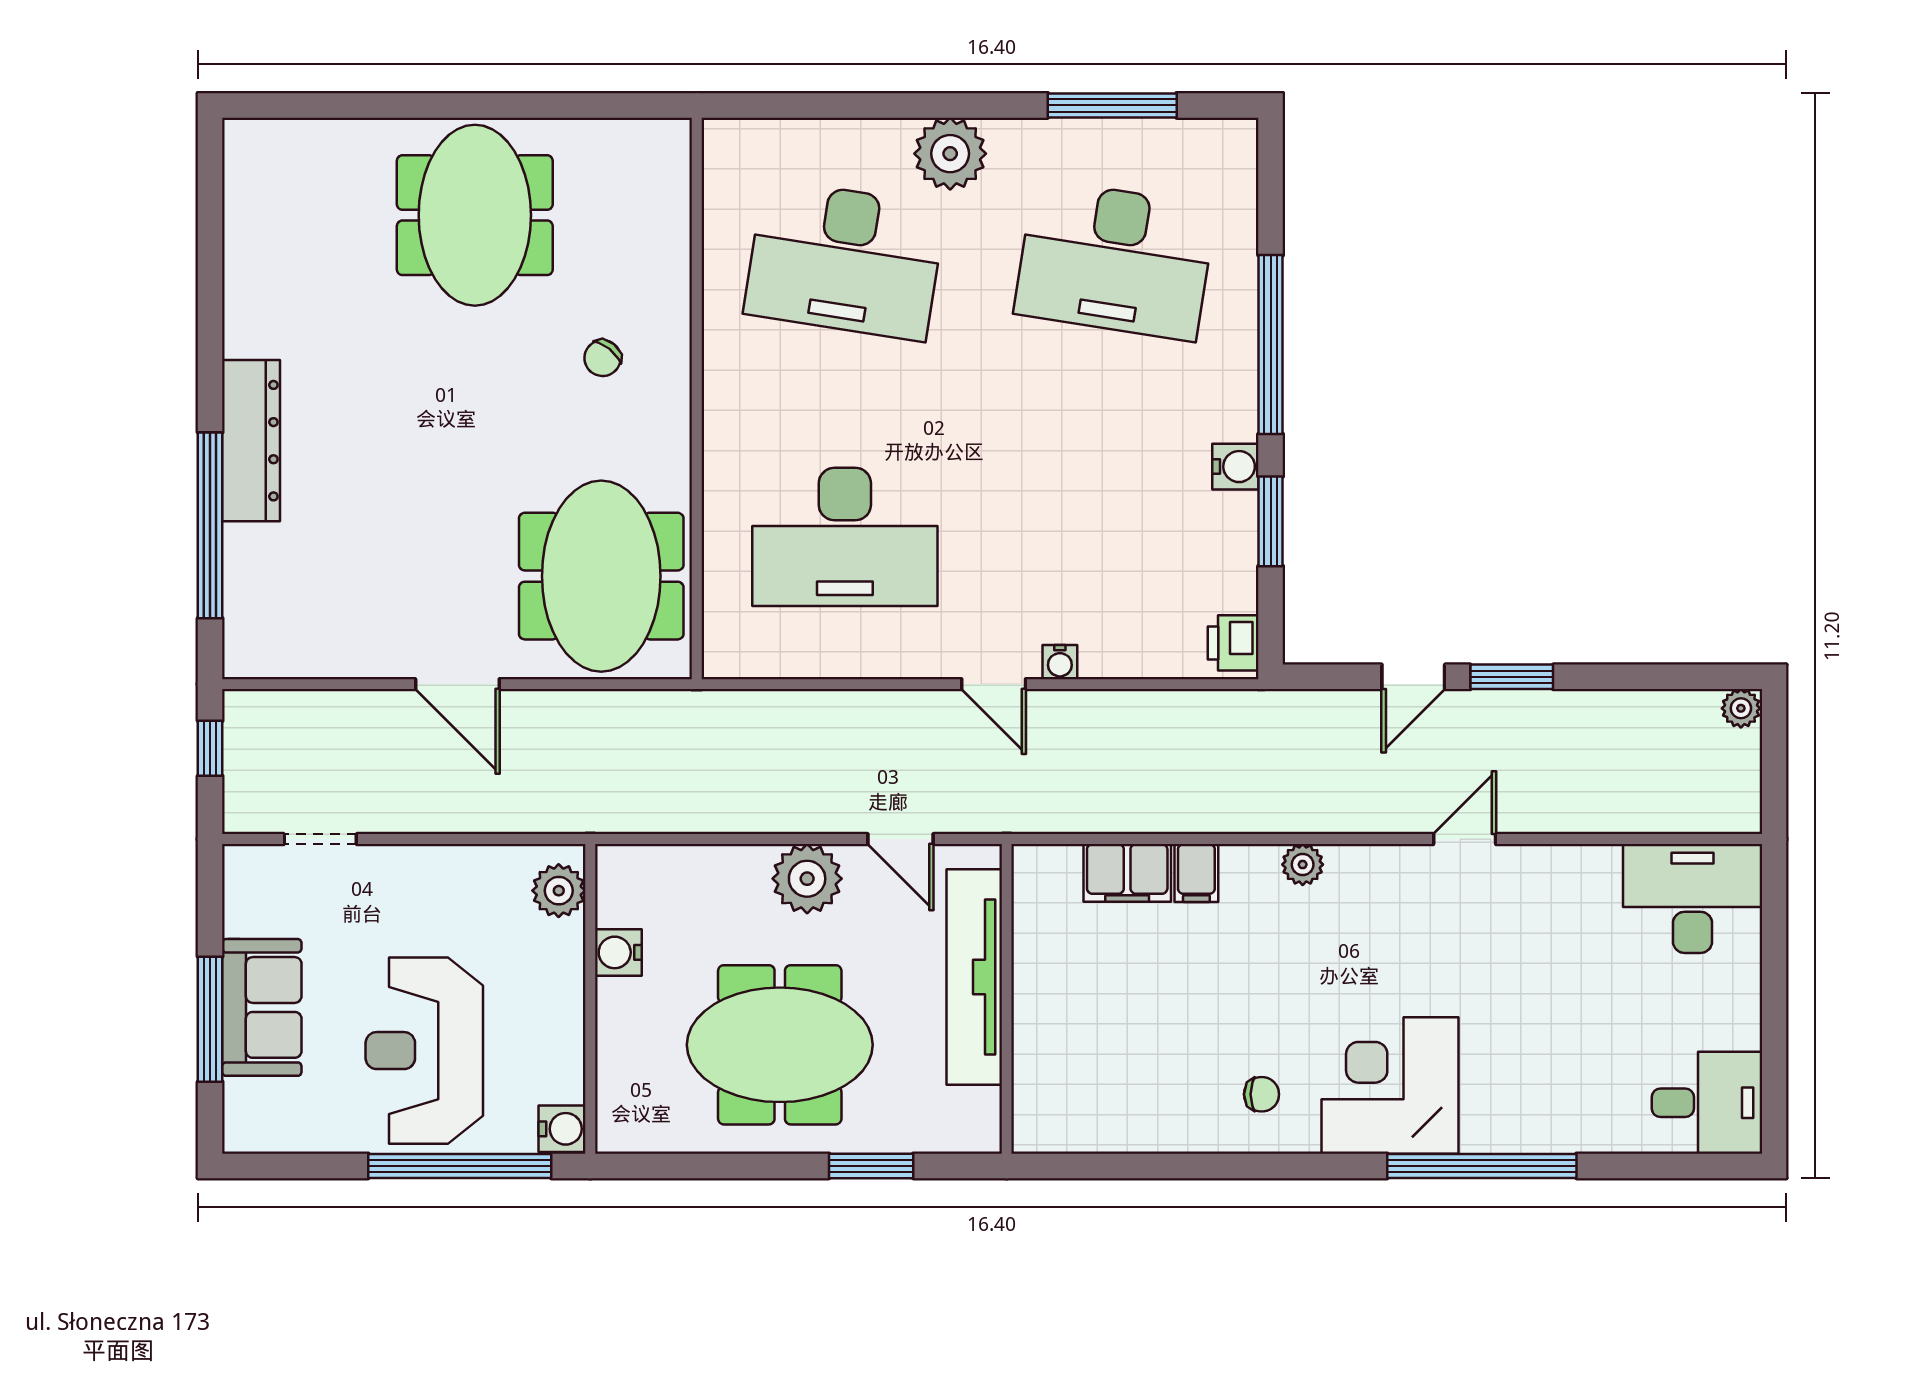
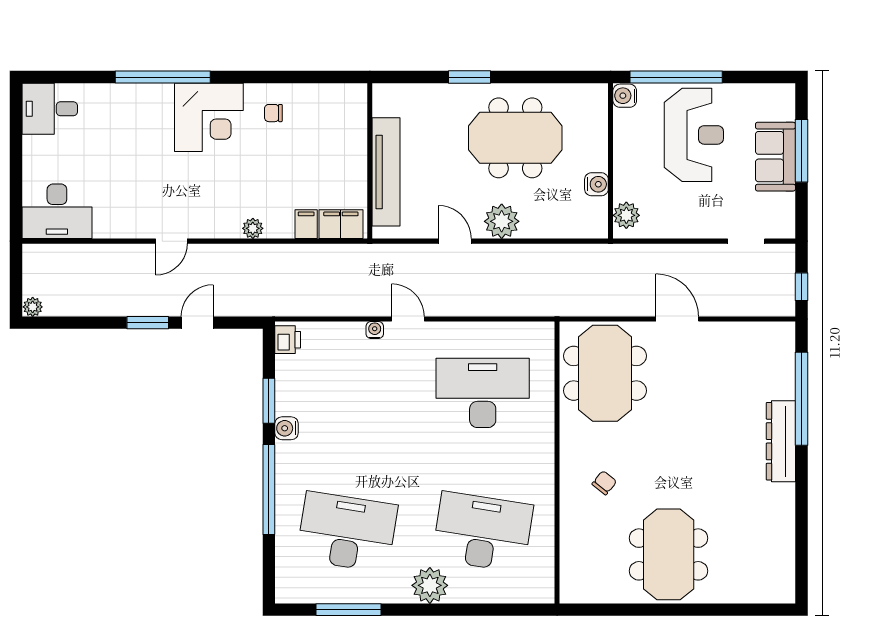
tv unit: (974, 977) -> (386, 172), moved
wall: (1007, 999) -> (370, 161), moved

